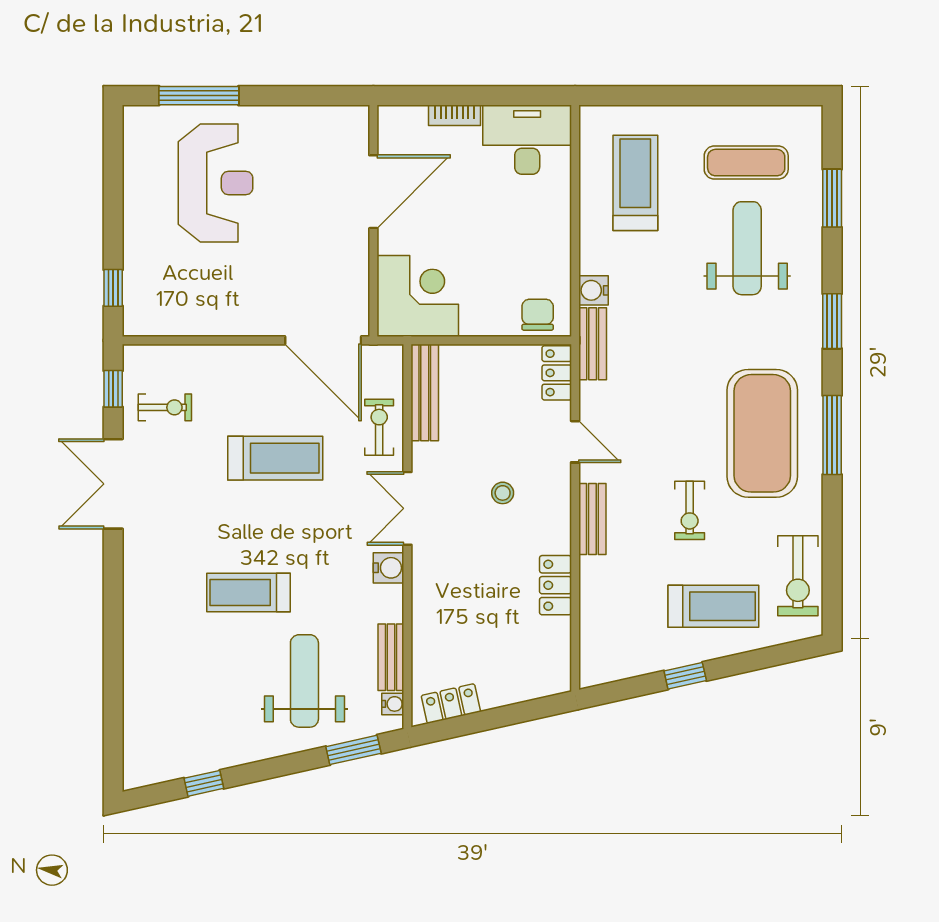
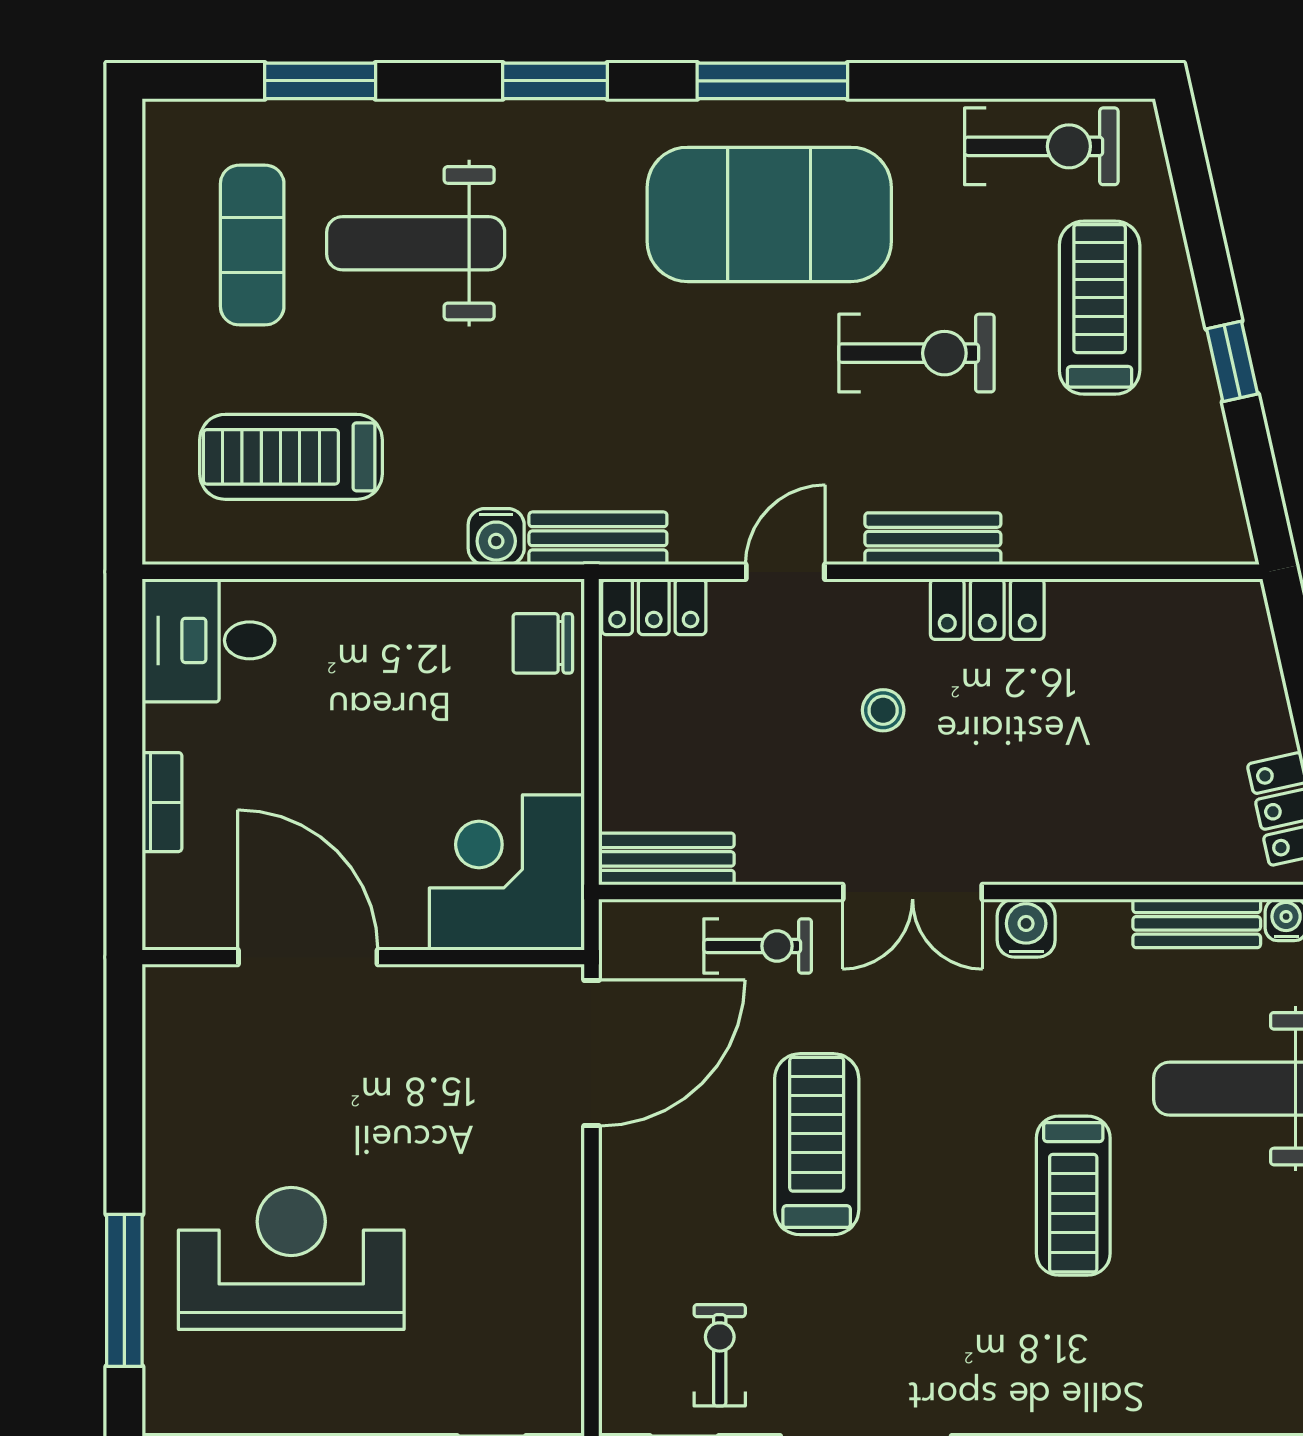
desk: (527, 140) -> (209, 640), width x0.73
bench: (425, 392) -> (666, 859), width x0.73
exercise bike: (379, 427) -> (758, 946), turned 180
exercise bike: (690, 510) -> (916, 353), width x1.38, depth x1.39
locker: (556, 585) -> (987, 609), moved

